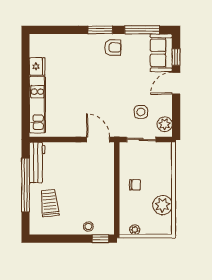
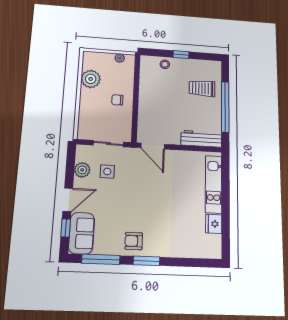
plant: (165, 124) -> (82, 170), moved
workbench: (37, 163) -> (201, 139), moved, turned 90
trolley: (50, 203) -> (202, 88), turned 96
window: (100, 239) -> (181, 55), moved

